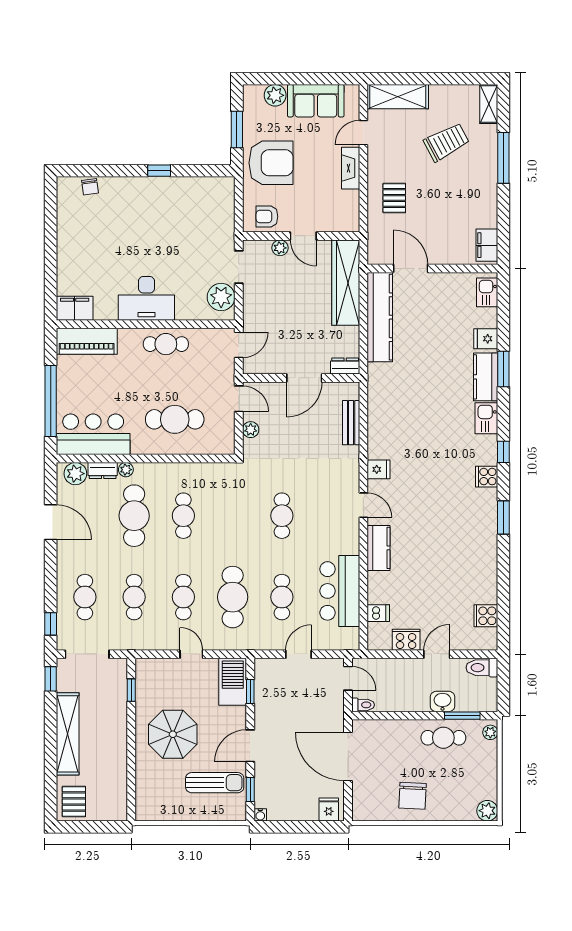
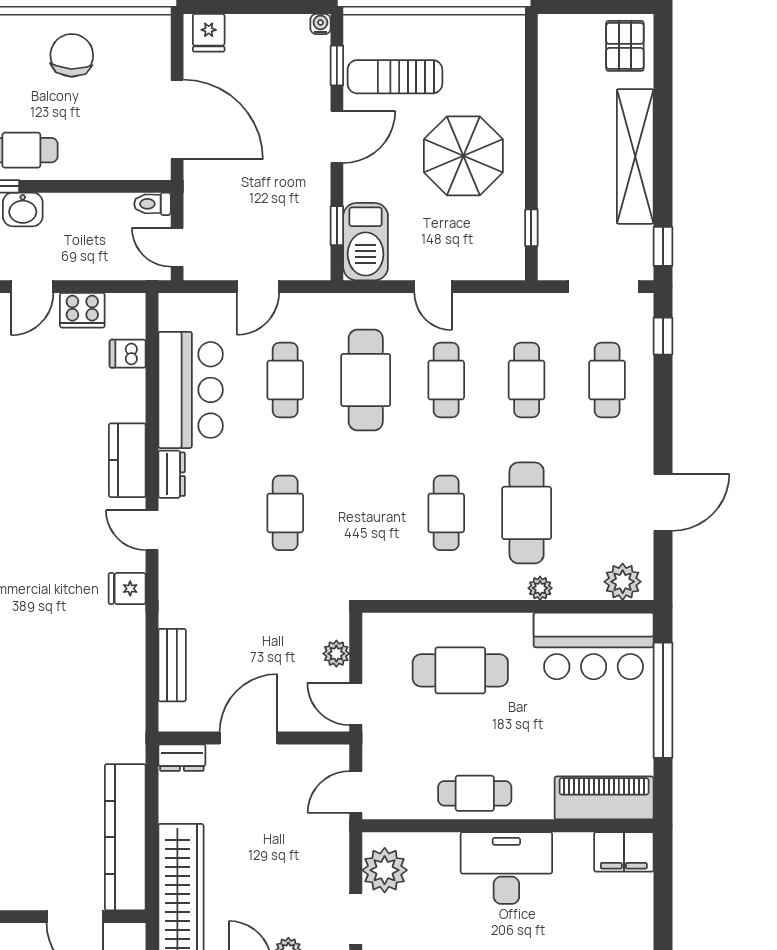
dresser: (103, 470) -> (172, 474), moved, turned 90
door: (51, 522) -> (663, 502), swing flipped

